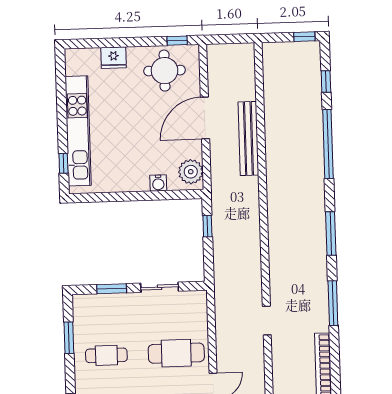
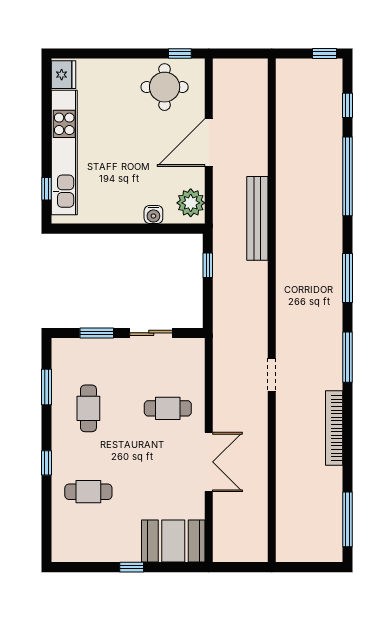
fridge: (114, 58) -> (63, 75), moved, turned -90
bench: (248, 139) -> (257, 218), moved
cafe table: (176, 353) -> (168, 408), width x0.73, depth x0.74
cafe table: (106, 355) -> (88, 408), turned 90

